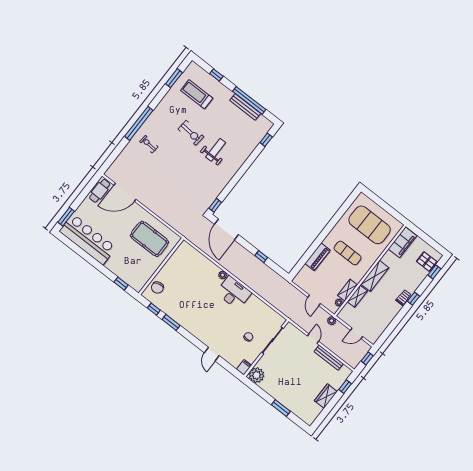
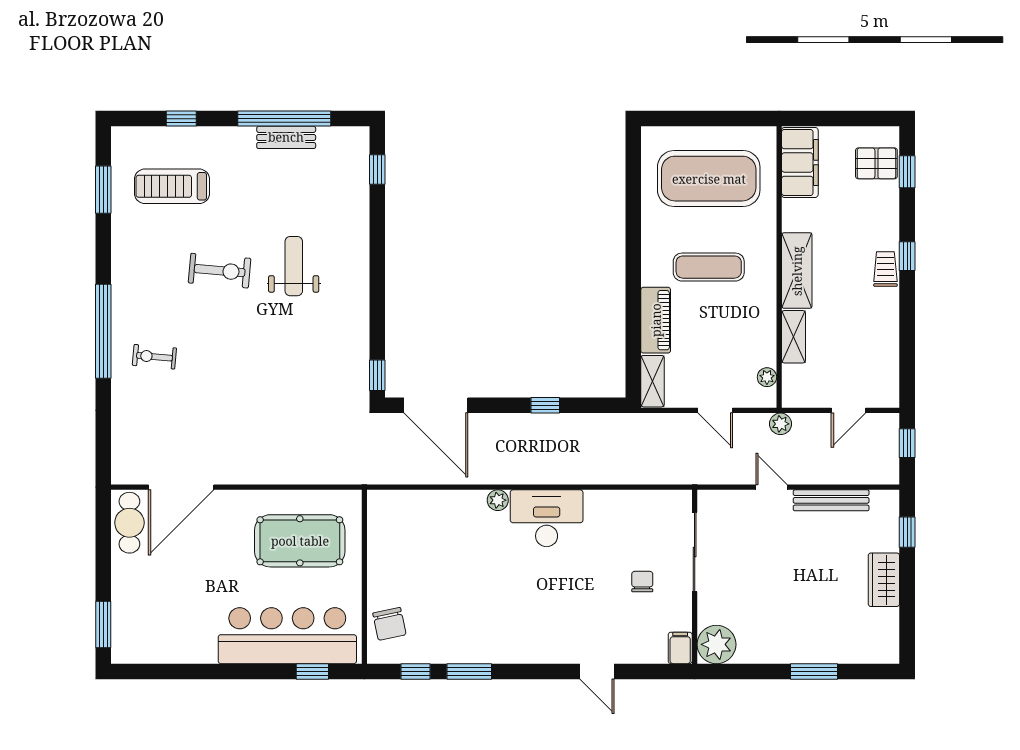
bench: (245, 107) -> (286, 137), width x0.73
bar counter: (88, 239) -> (287, 636), moved
shelving: (347, 290) -> (653, 381), moved

